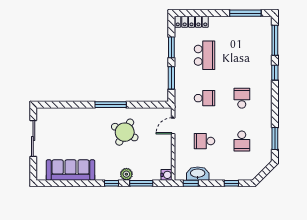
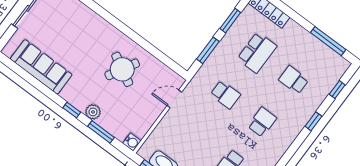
window: (275, 40) -> (337, 90), width x0.46
window: (111, 105) -> (129, 32), removed
school desk: (204, 141) -> (294, 80), moved

